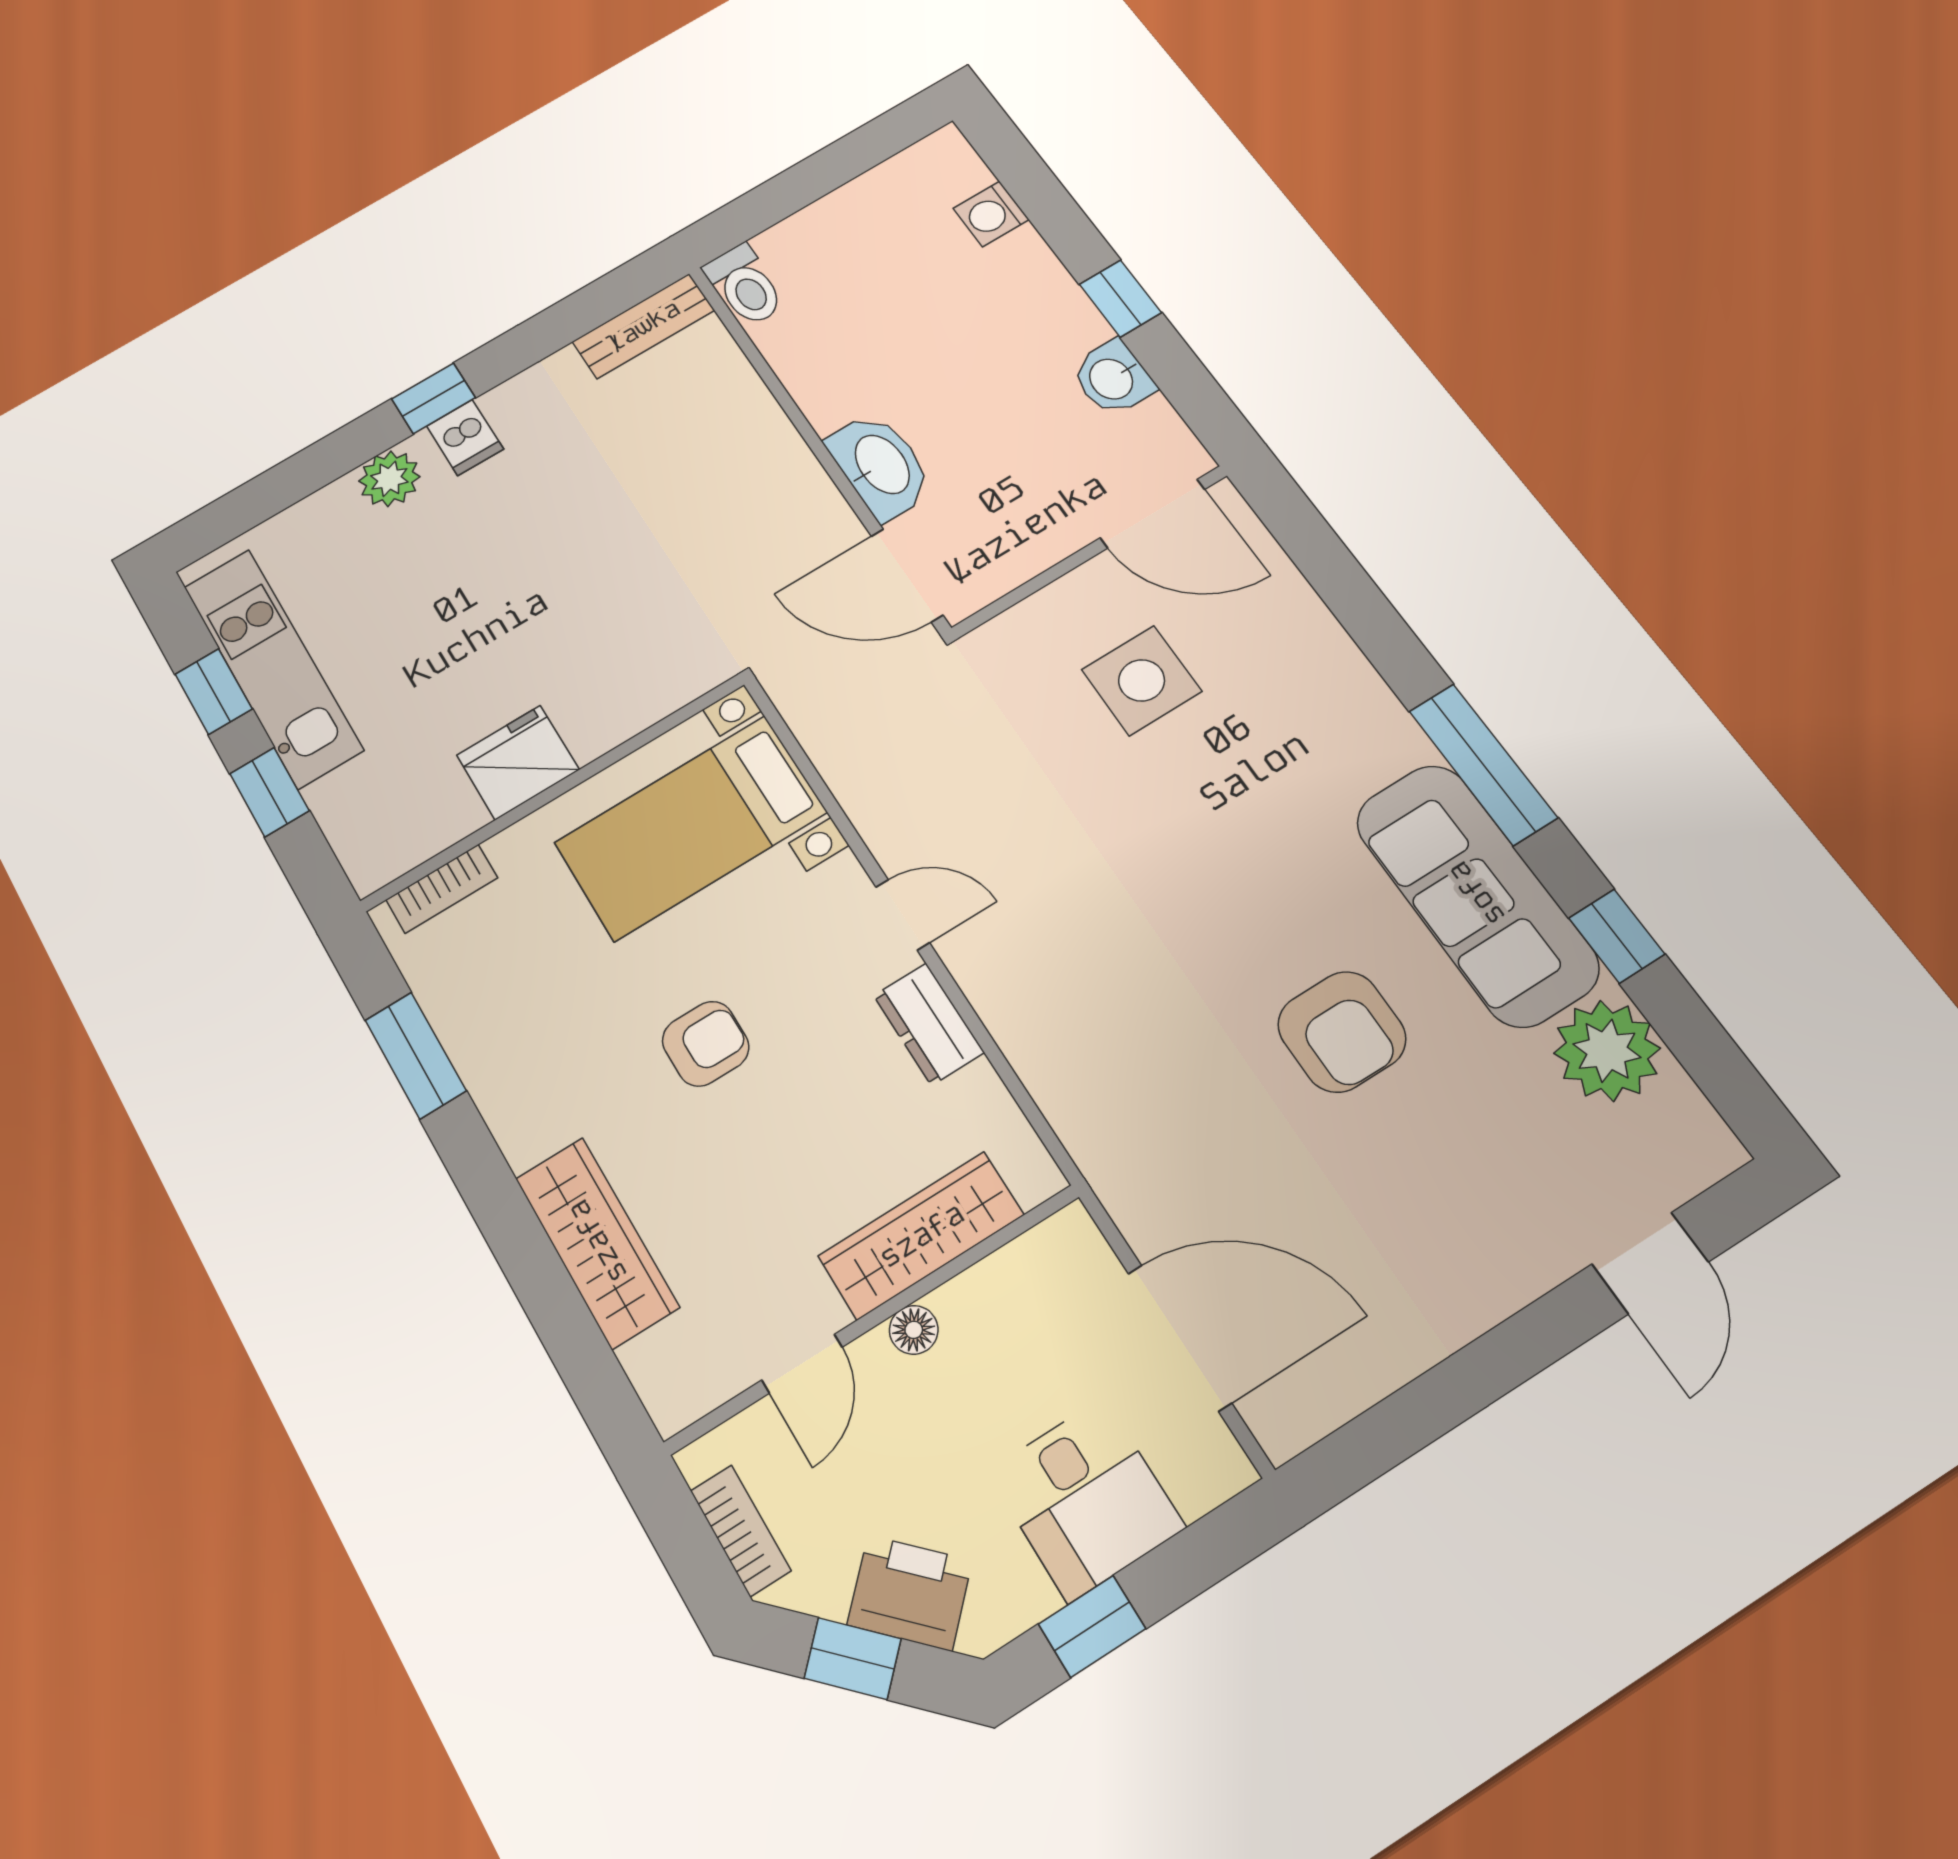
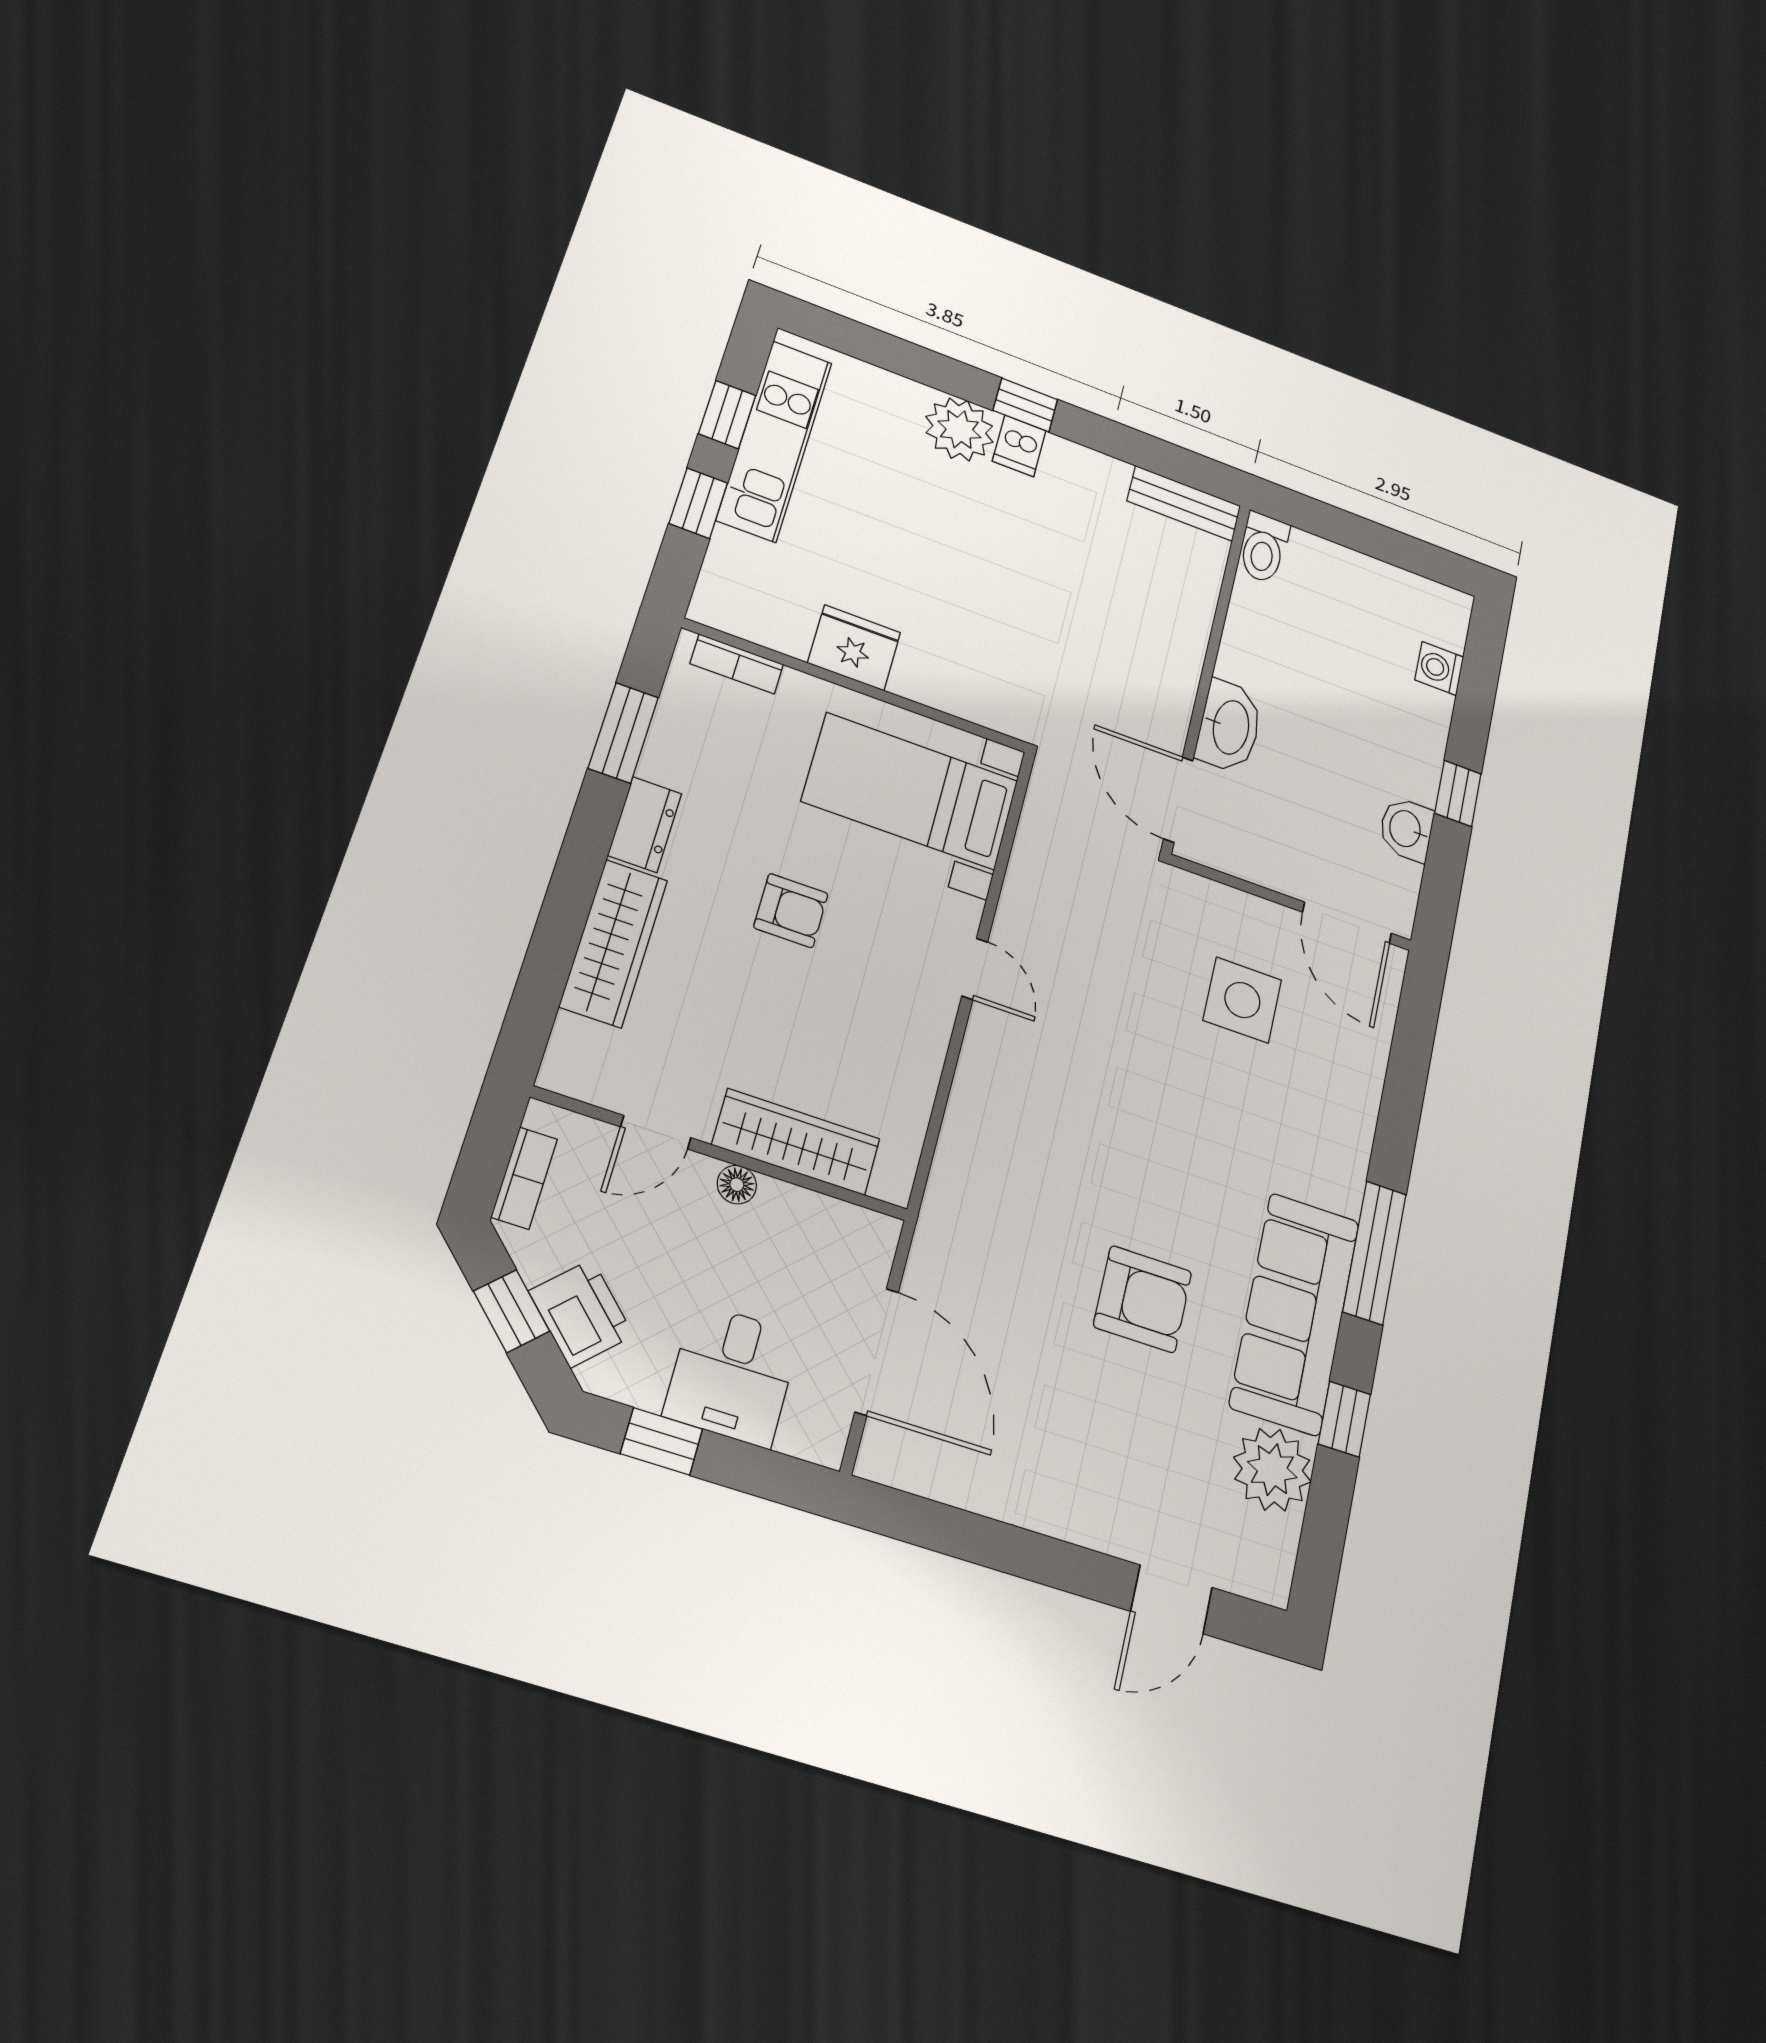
plant: (389, 479) -> (959, 429), width x1.36, depth x1.36
dresser: (929, 1024) -> (645, 824), moved, turned 180
armchair: (1342, 1032) -> (1143, 1299), turned -90

